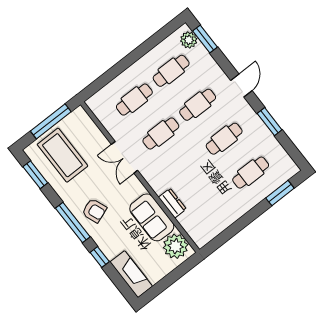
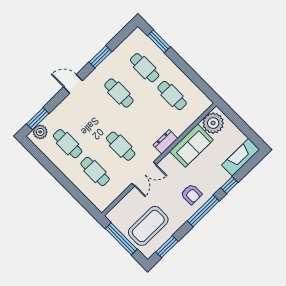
cafe table: (198, 105) -> (172, 95), moved
dresser: (172, 203) -> (165, 142), moved
armchair: (94, 211) -> (191, 194), turned 111

